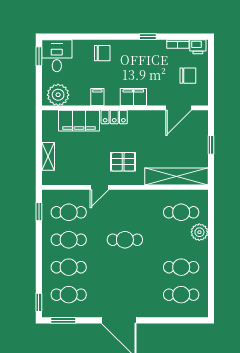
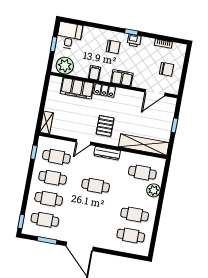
window: (148, 37) -> (131, 32), moved
printer: (198, 47) -> (134, 40), moved
chair: (102, 53) -> (113, 47), moved
window: (39, 56) -> (54, 44), moved
shelving: (48, 156) -> (47, 123), moved
pallet: (123, 162) -> (105, 126), turned 90
dresser: (132, 196) -> (107, 153), added
window: (63, 320) -> (47, 240), moved

